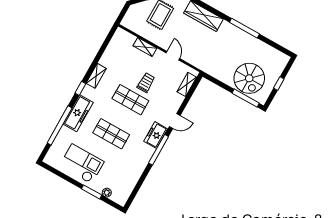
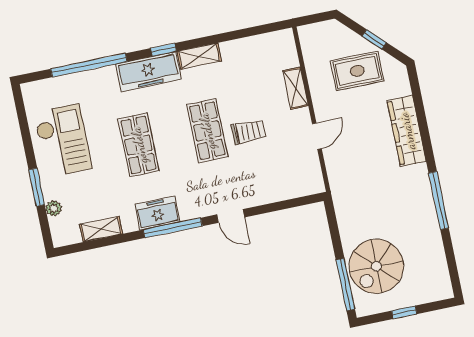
shelving: (187, 84) -> (101, 229), moved
freezer: (78, 113) -> (148, 72), moved
freezer: (156, 135) -> (157, 213), moved

